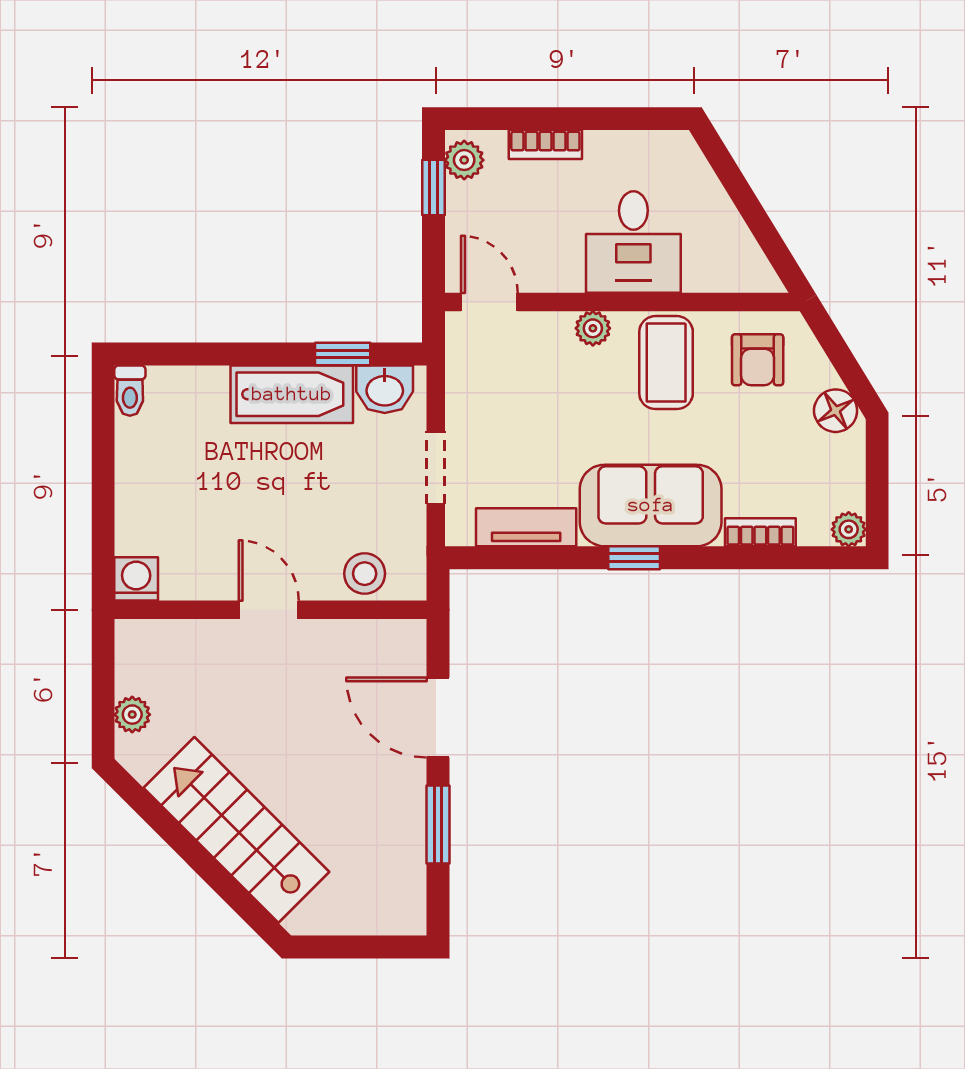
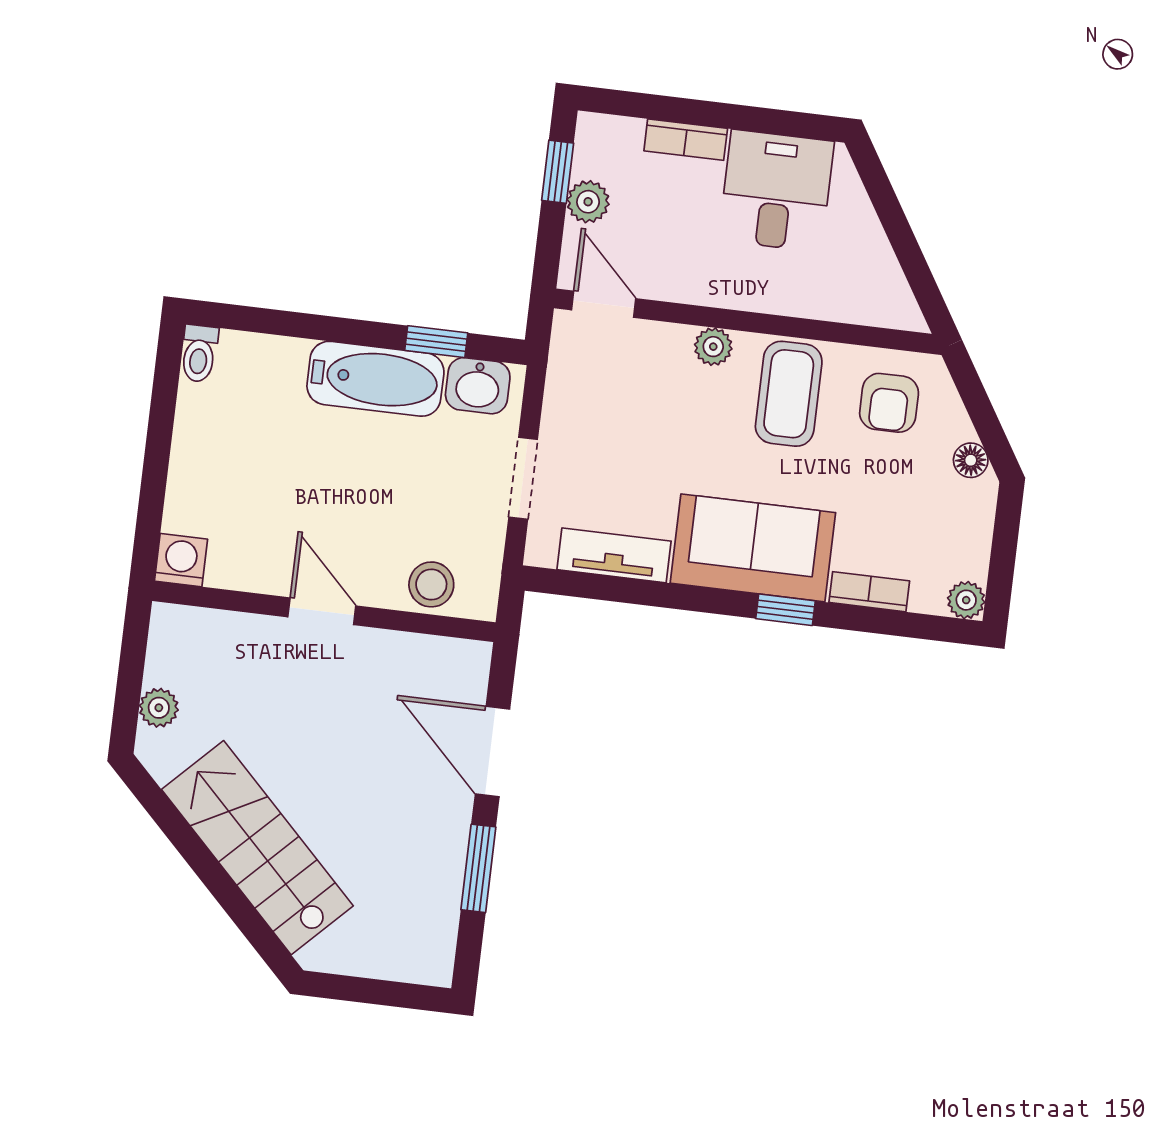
plant: (464, 160) -> (588, 202), moved
desk: (633, 242) -> (776, 191), moved, turned 180
floor lamp: (836, 411) -> (971, 460), width x0.73, depth x0.73
window: (634, 558) -> (785, 610), moved

